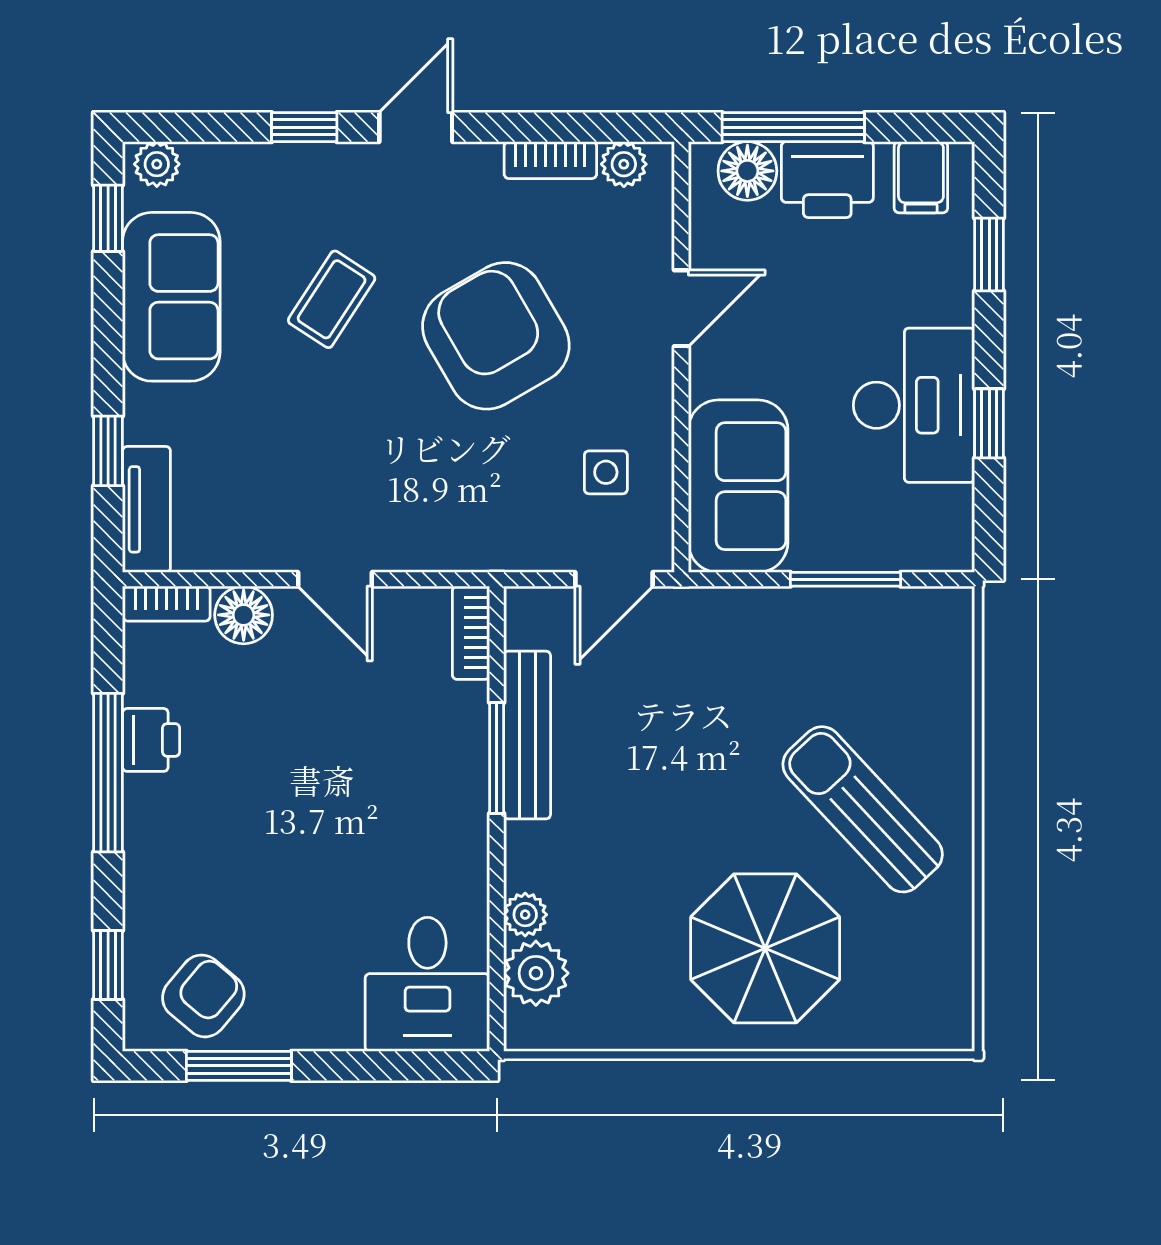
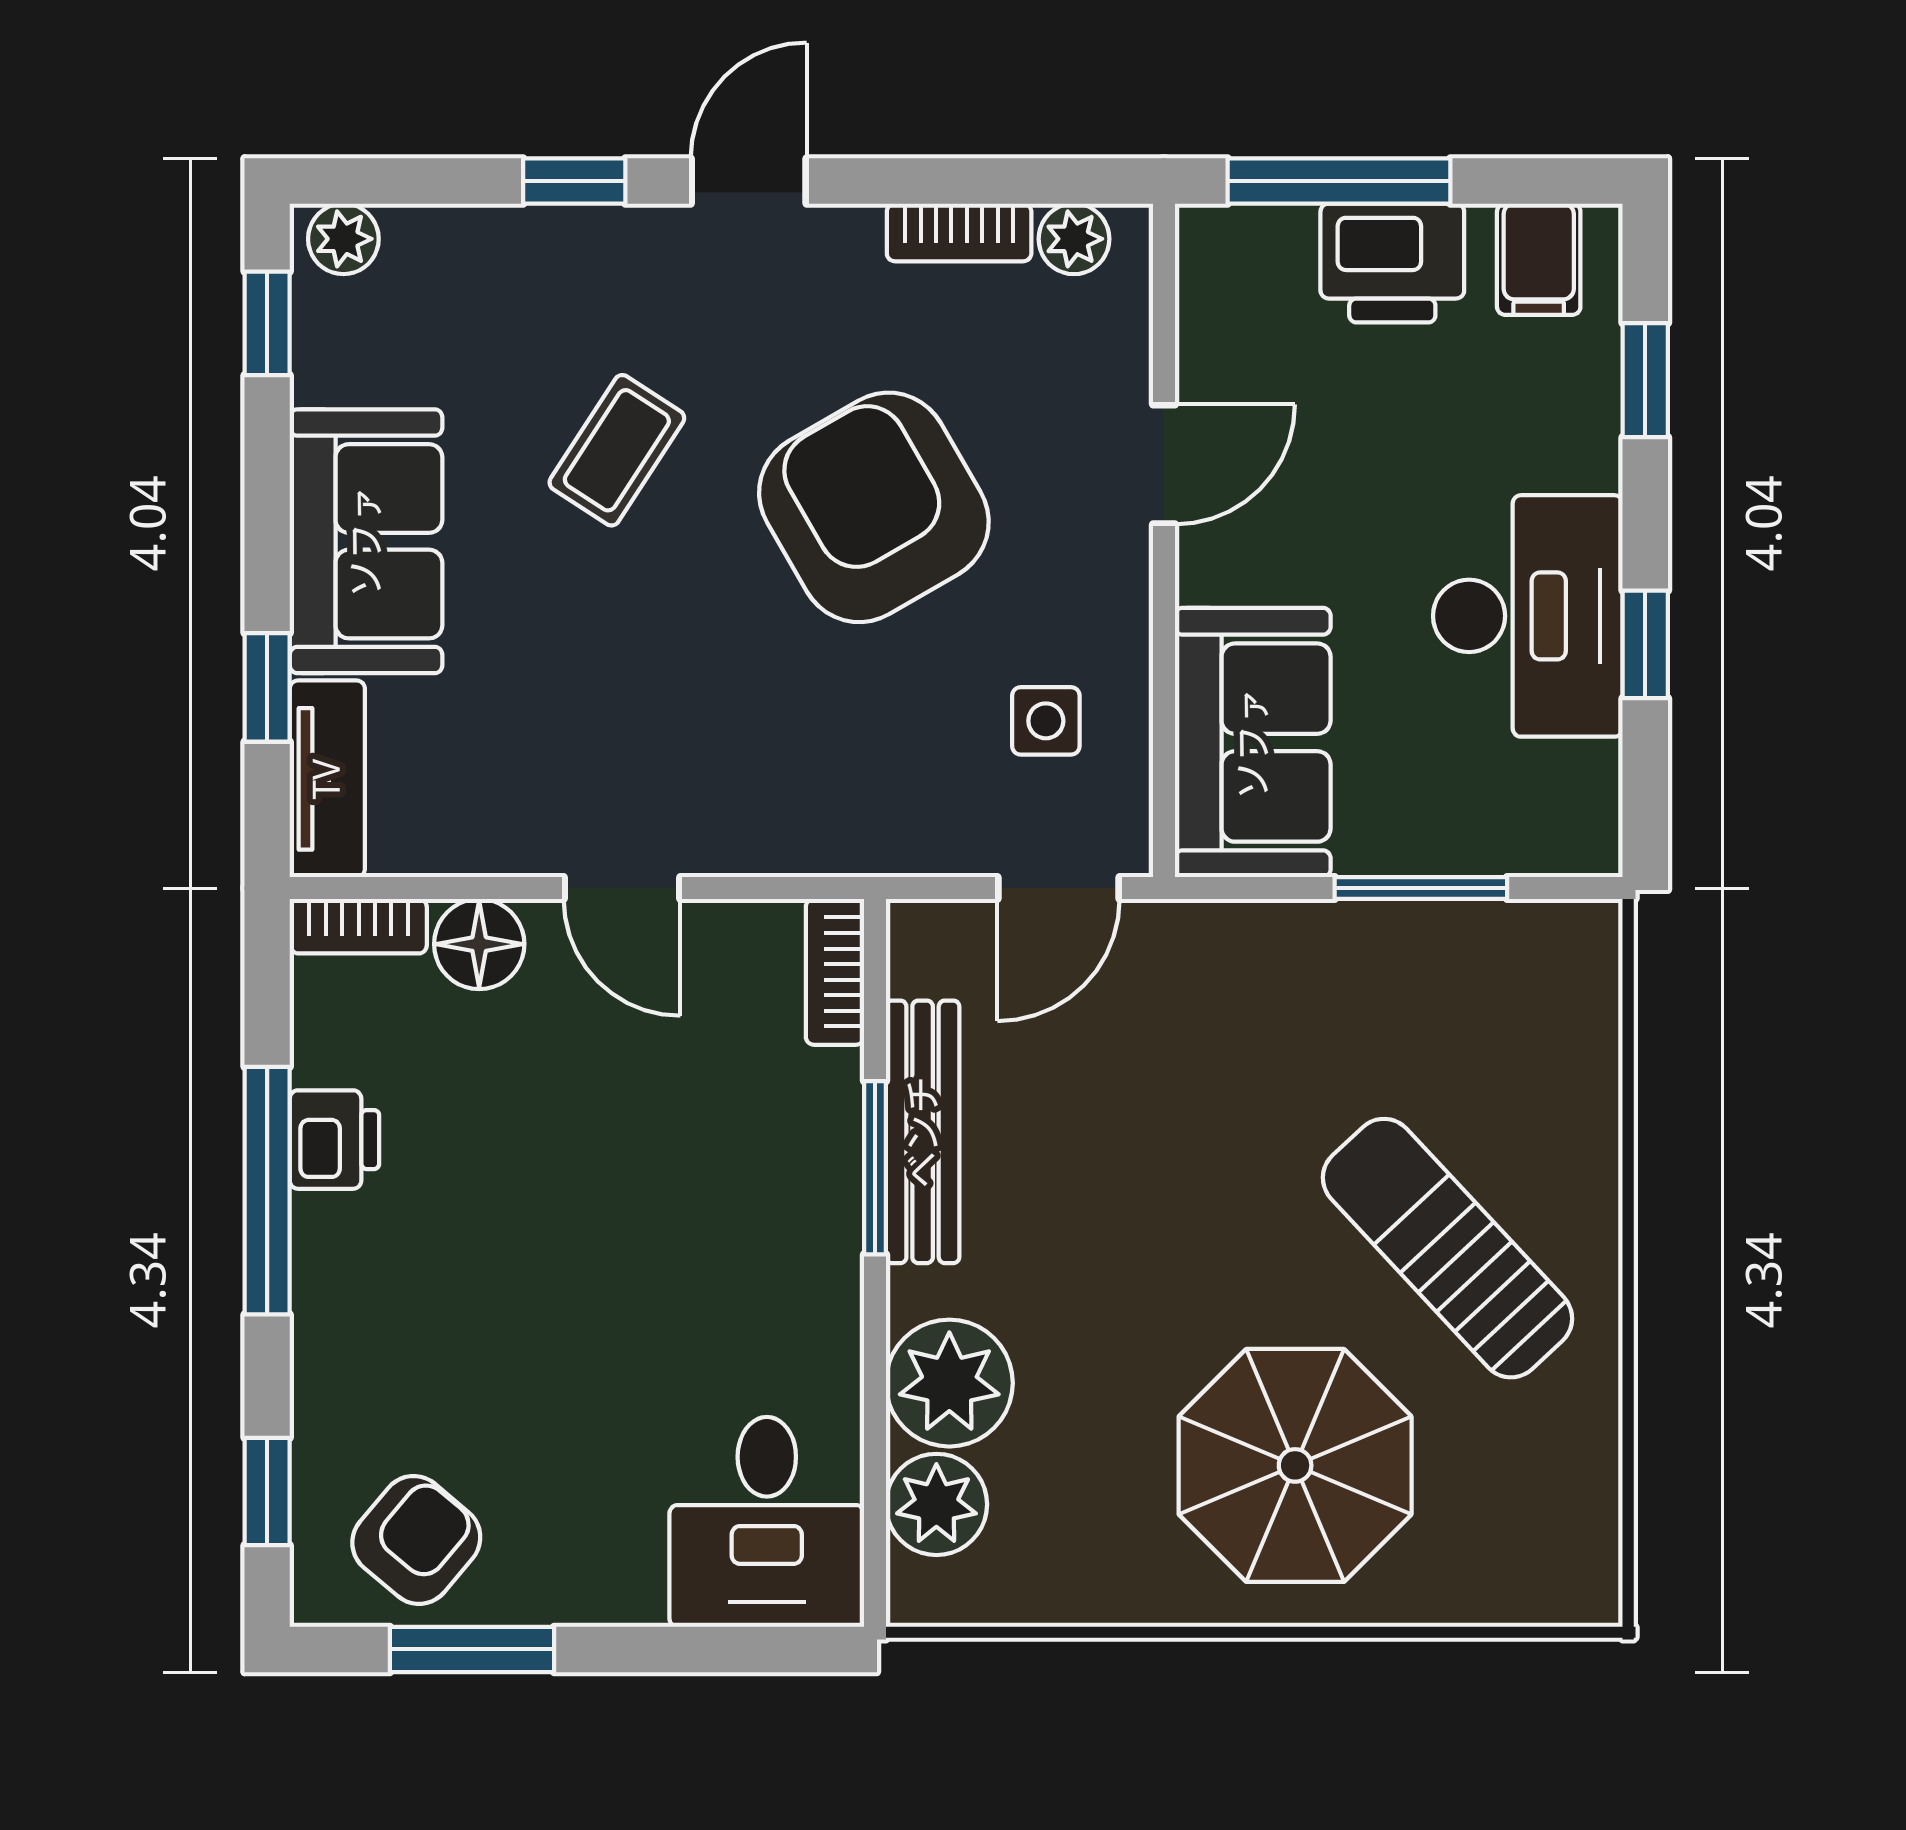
floor lamp: (747, 171) -> (1267, 249), removed
sofa: (171, 297) -> (366, 541), moved
plant: (525, 915) -> (949, 1383), width x1.88, depth x1.88

